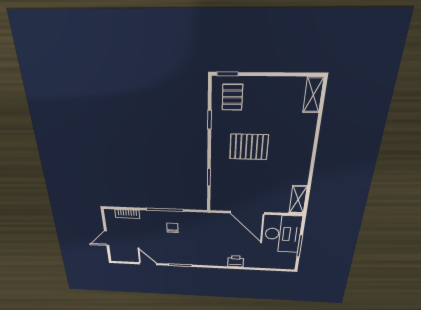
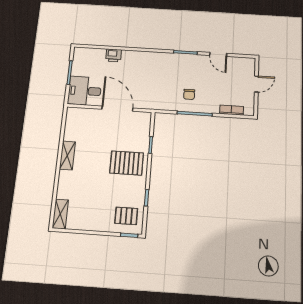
pallet: (232, 97) -> (126, 216), turned 90
pallet: (249, 147) -> (127, 163), moved
shelving: (298, 200) -> (67, 155), moved
desk: (283, 234) -> (85, 91), width x0.73
printer: (236, 261) -> (114, 55), moved

